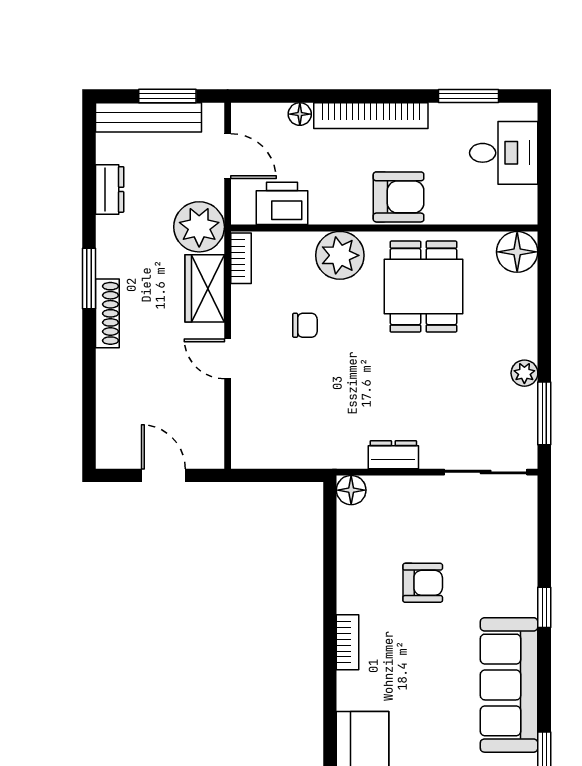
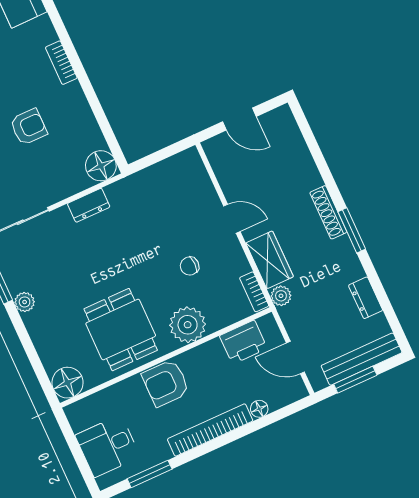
plant: (199, 227) -> (281, 296), width x0.53, depth x0.53
floor lamp: (351, 490) -> (101, 166), width x1.38, depth x1.38
armchair: (423, 583) -> (28, 127), turned 180

